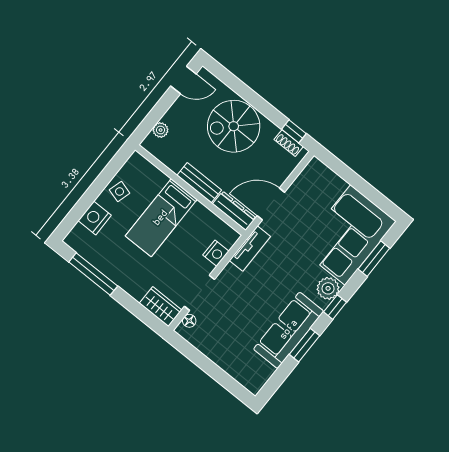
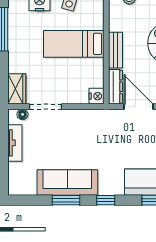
tv unit: (250, 248) -> (15, 143), moved, turned -90
nightstand: (216, 253) -> (96, 96), moved, turned -90
plant: (328, 288) -> (114, 186), removed

